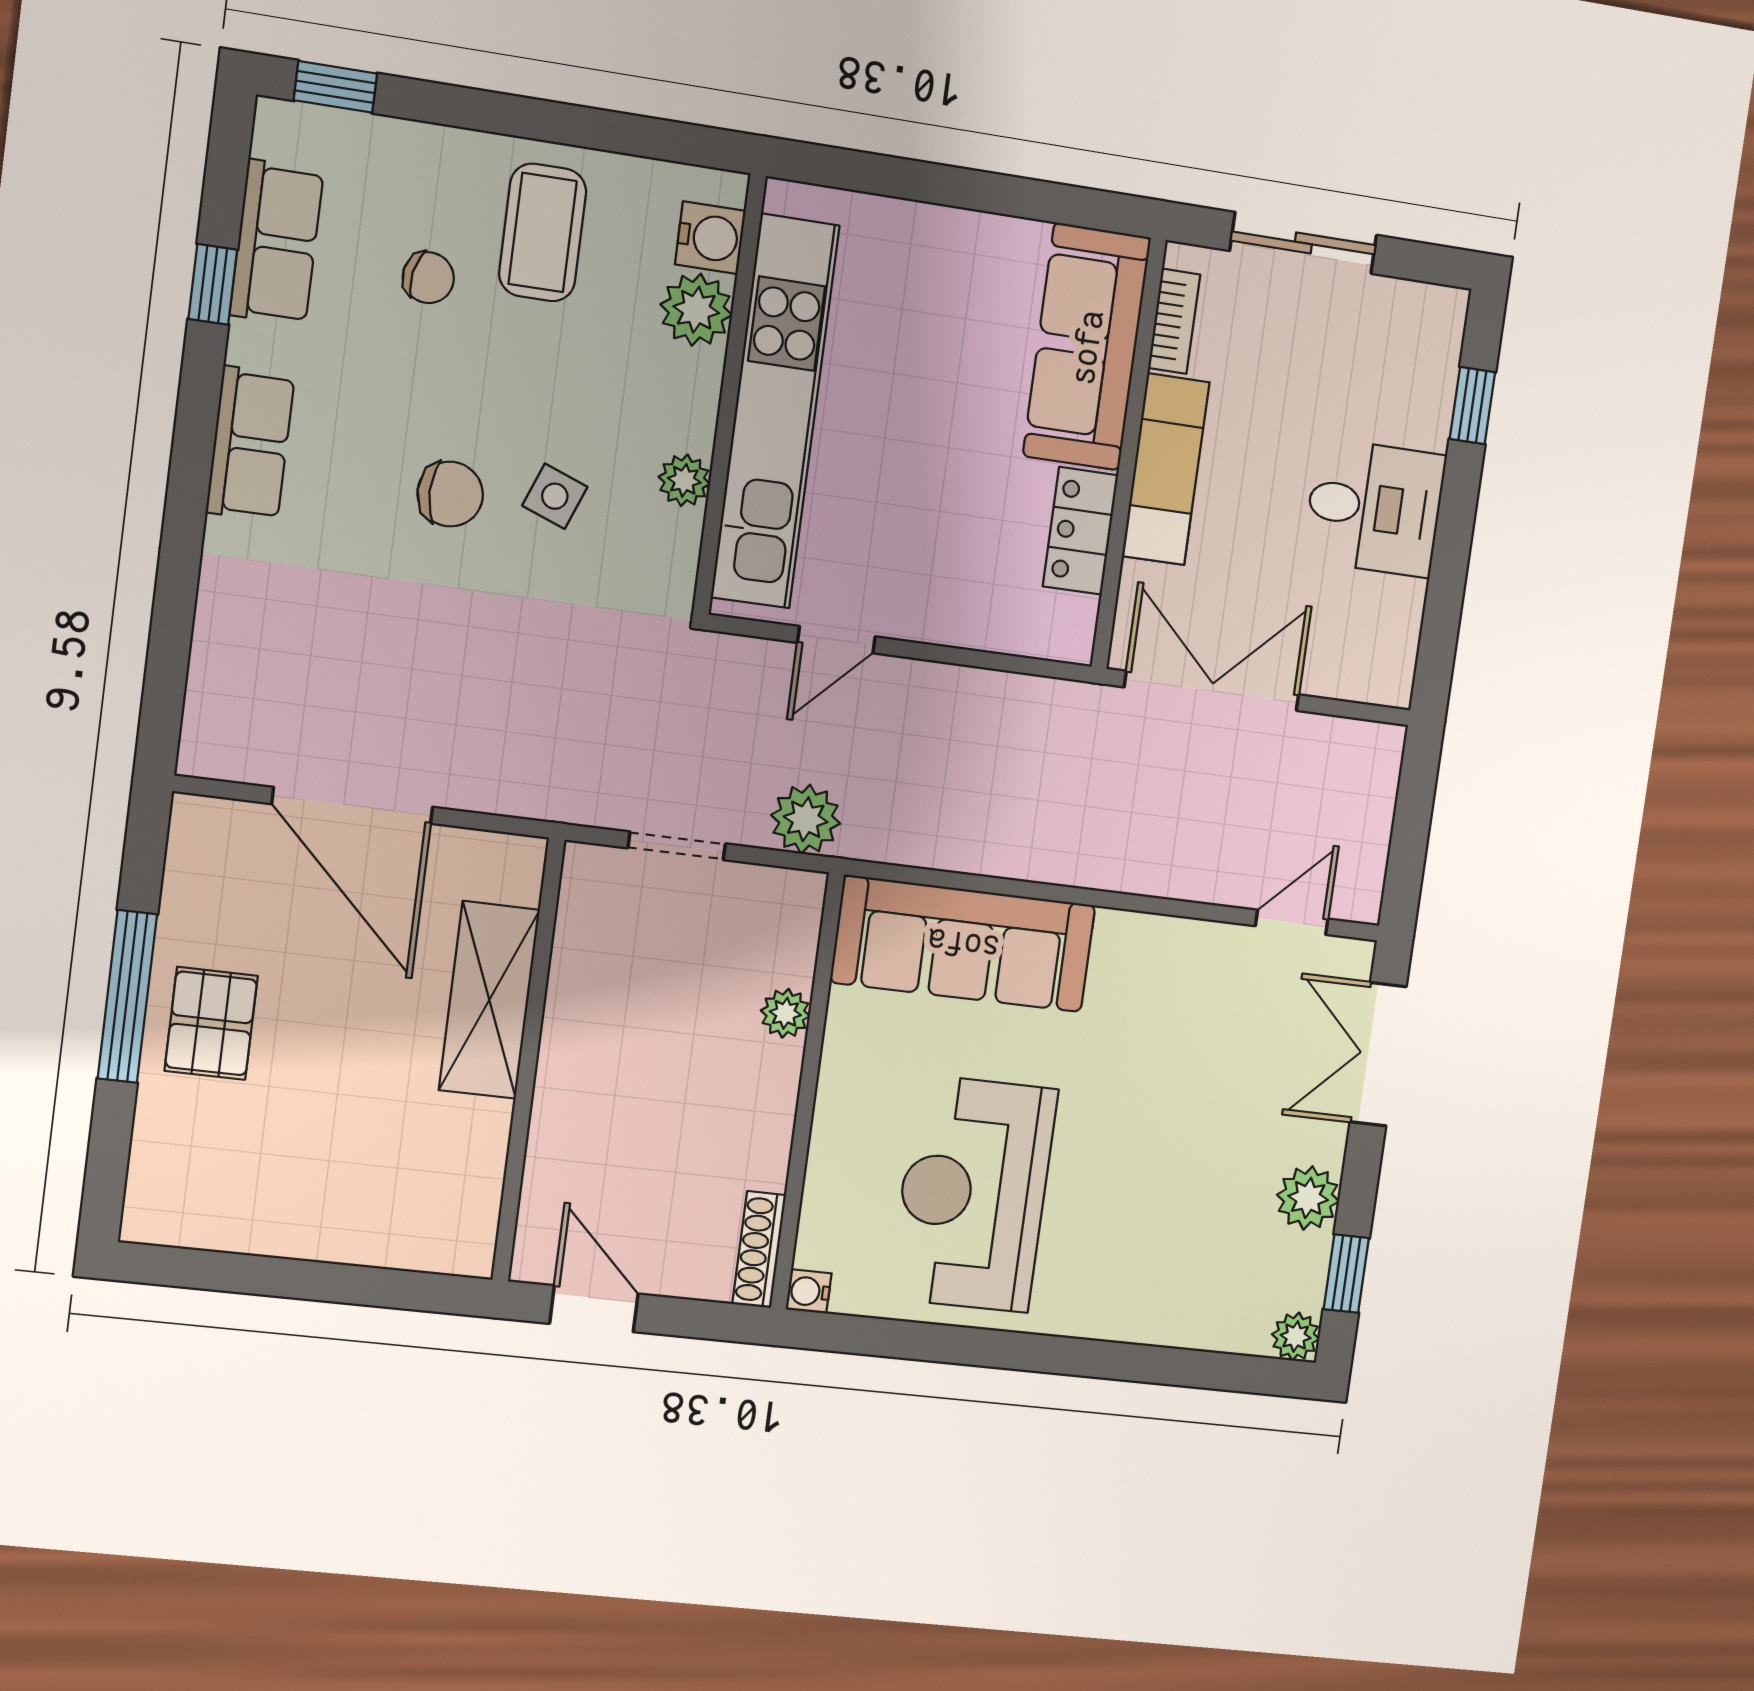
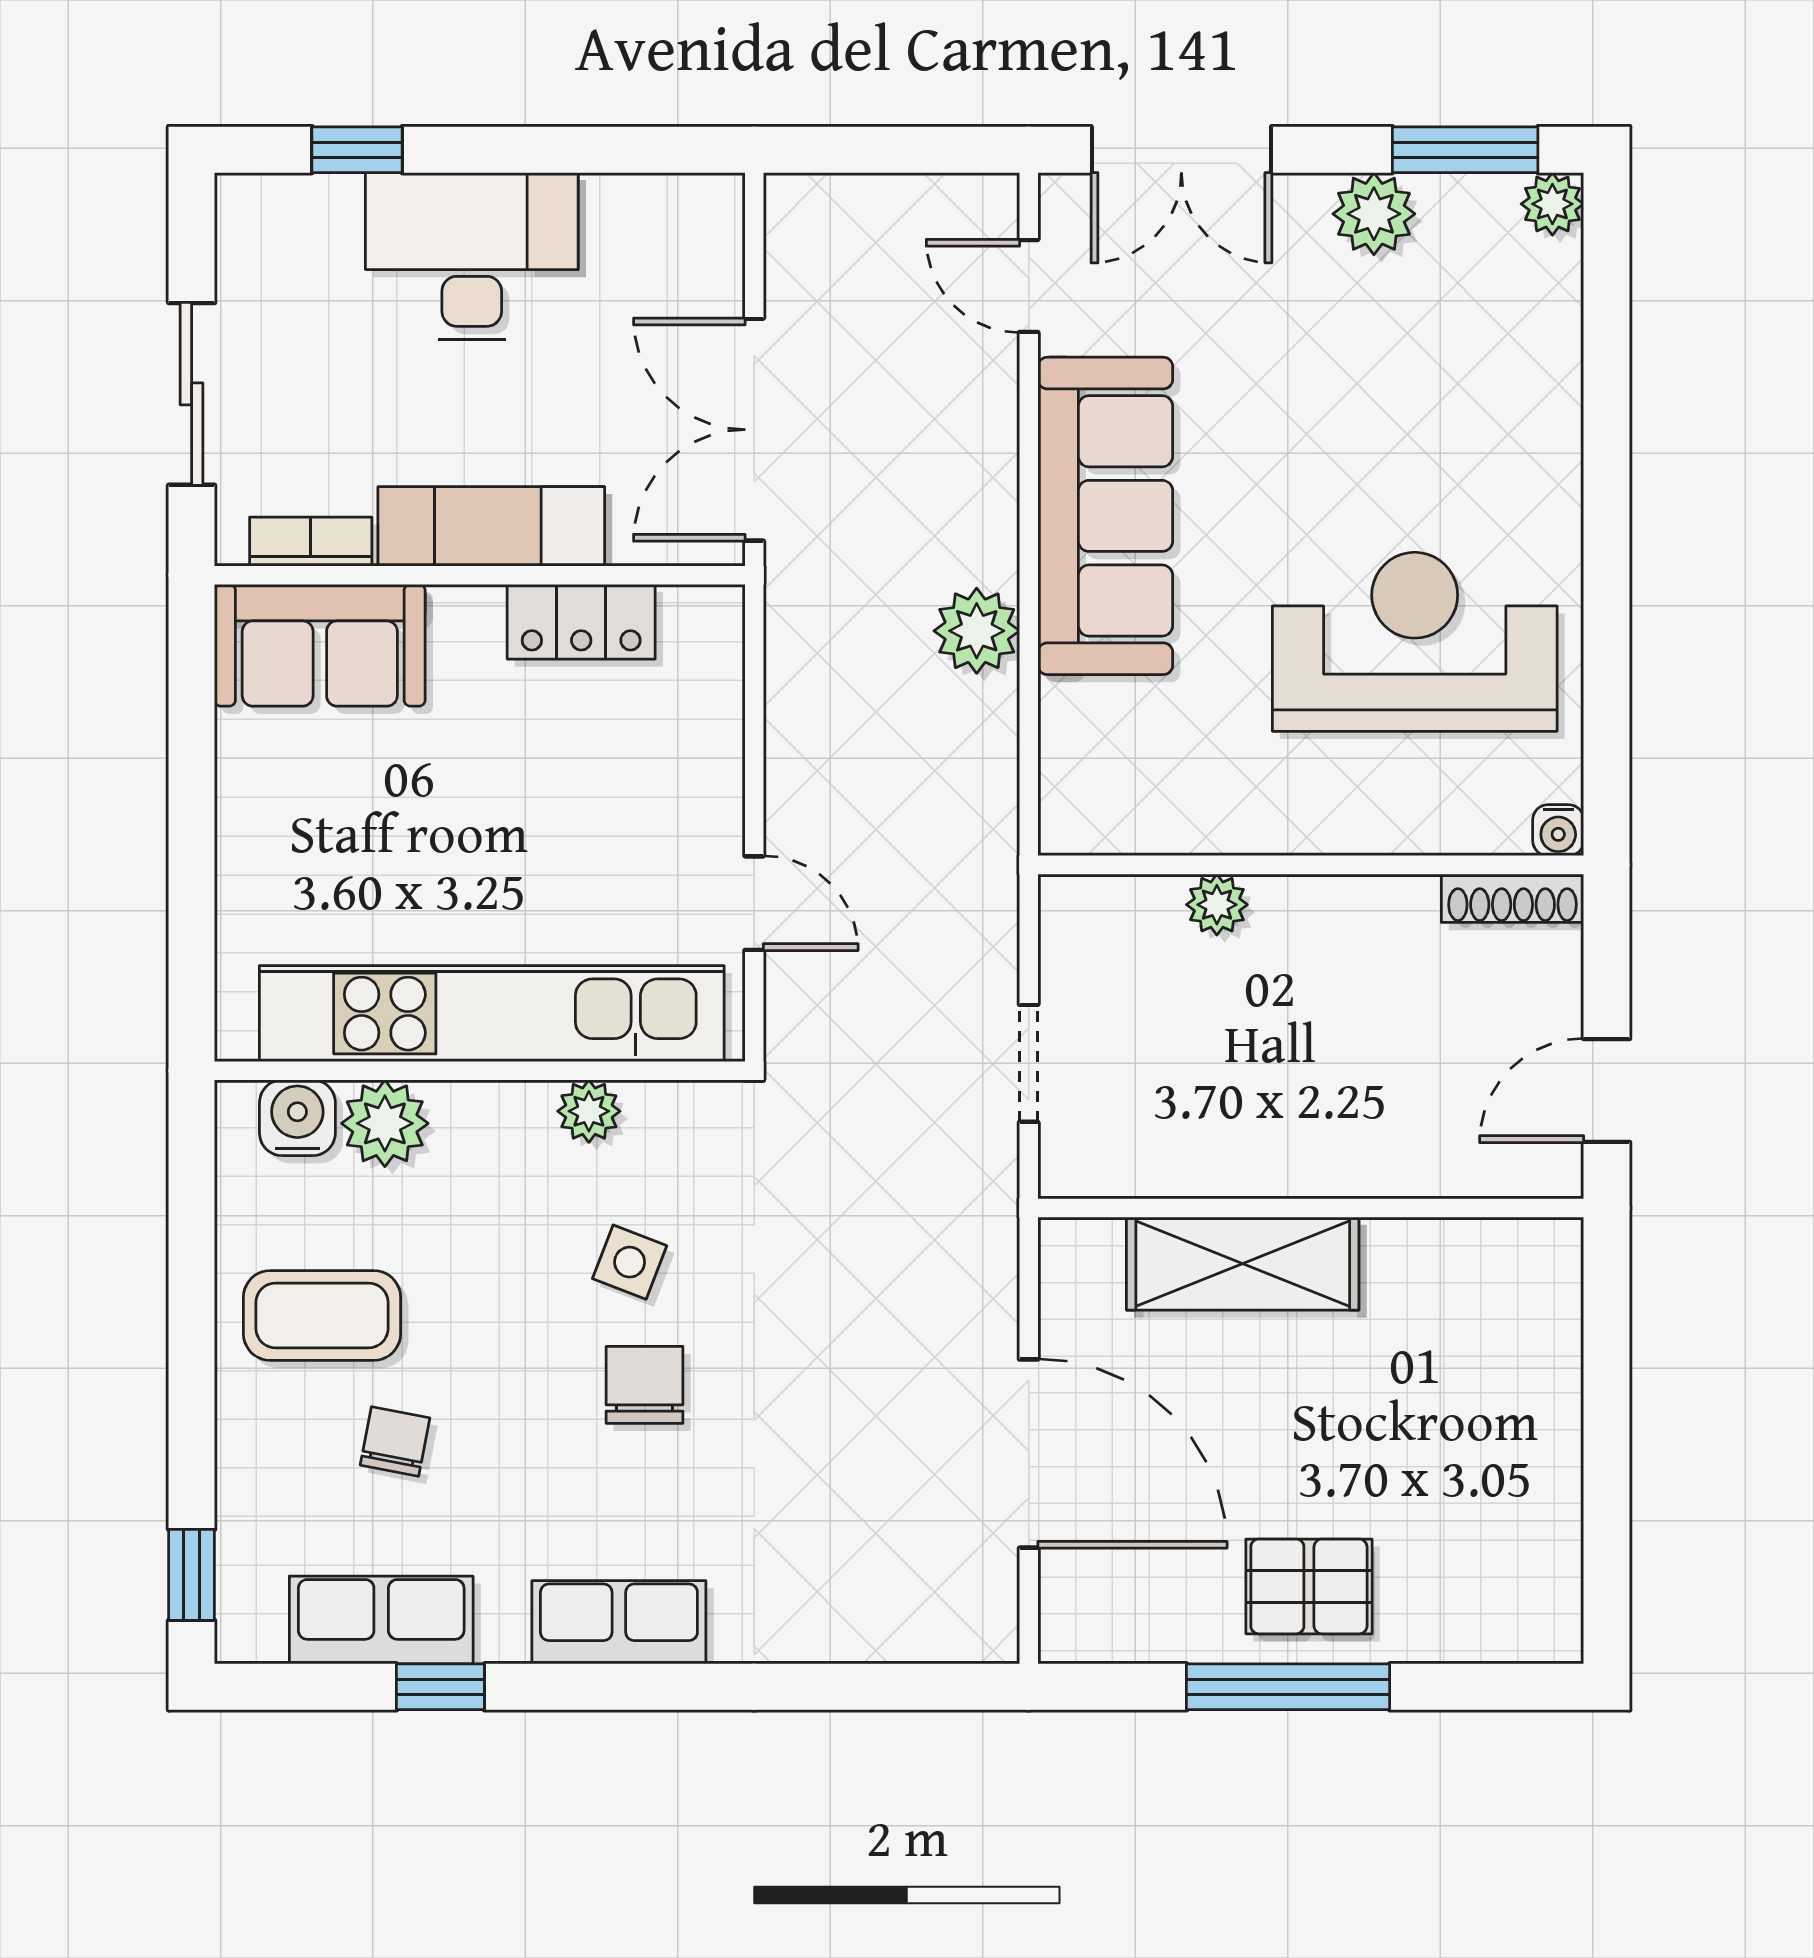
sofa: (1087, 347) -> (320, 645), width x0.73
desk: (1374, 508) -> (472, 256), width x1.37
door: (352, 805) -> (1029, 1454), hinge flipped
plant: (806, 819) -> (977, 631), moved
sofa: (963, 944) -> (1105, 516), moved
reception desk: (973, 1194) -> (1415, 642), turned 180
window: (1346, 1274) -> (1465, 150), width x1.50

